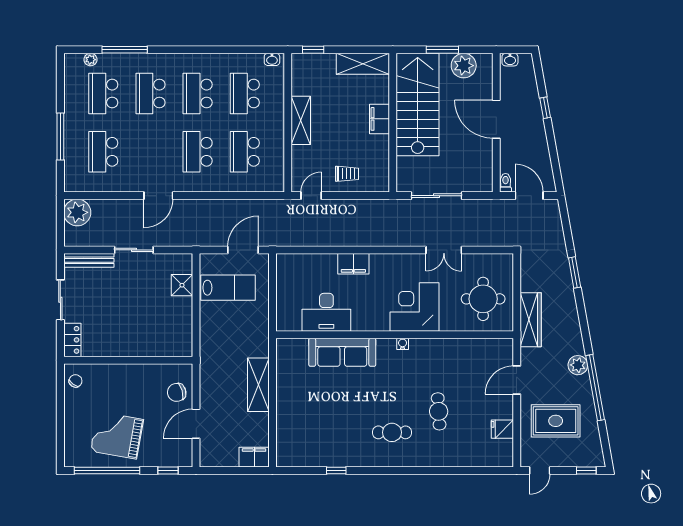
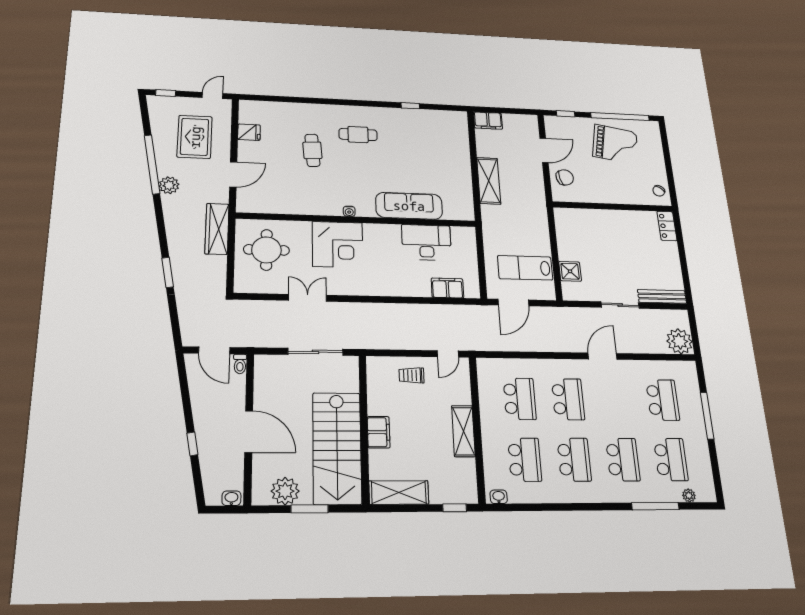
filing cabinet: (353, 264) -> (447, 288), moved
sliding door: (60, 300) -> (683, 261), removed
rug: (556, 421) -> (195, 137), turned 90

